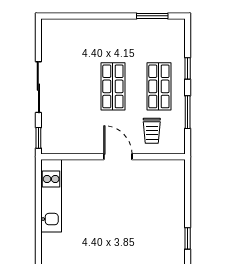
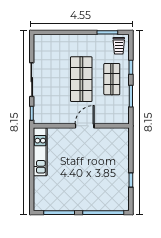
shop shelf: (113, 86) -> (81, 79), width x1.43, depth x1.36
trolley: (152, 131) -> (119, 46), moved
door: (118, 157) -> (85, 126), hinge flipped

